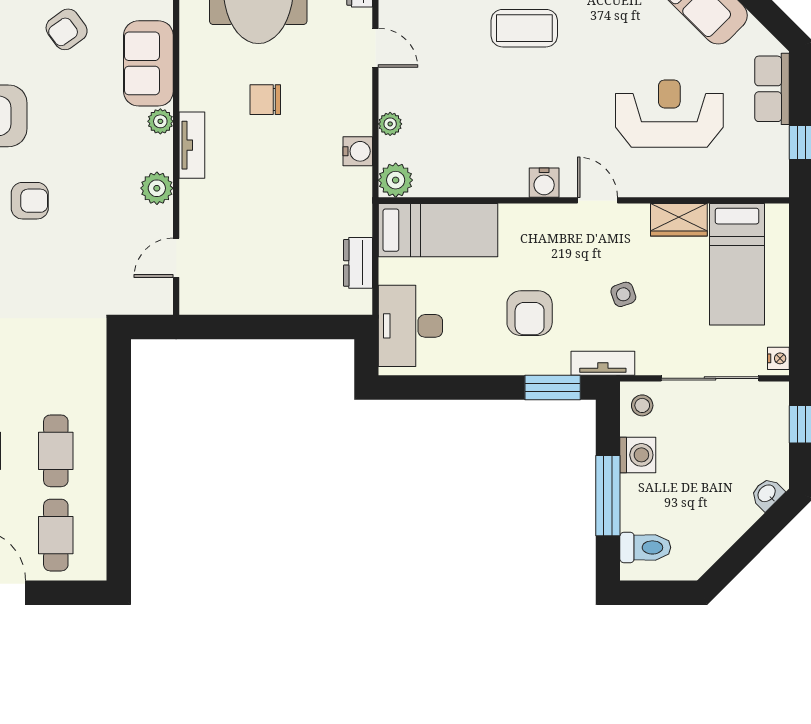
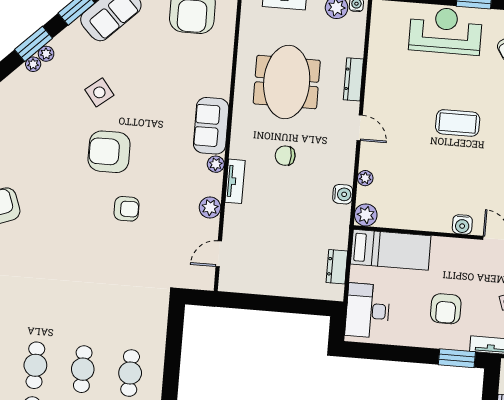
armchair: (67, 29) -> (160, 99), removed

